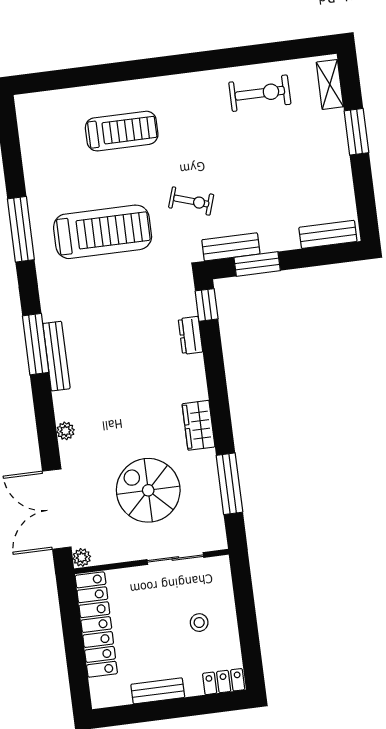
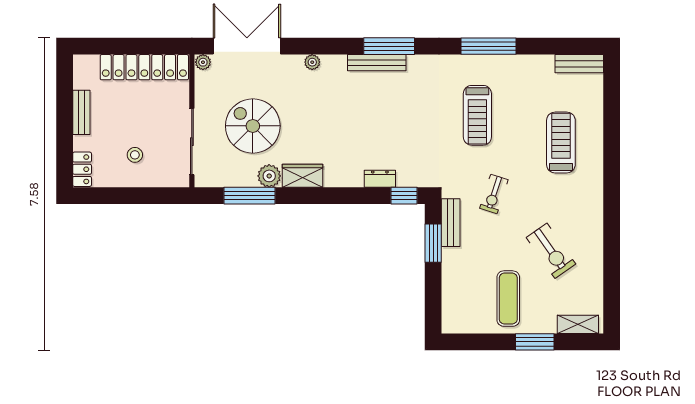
exercise bike: (260, 93) -> (551, 251), moved, turned -35
treadmill: (122, 131) -> (561, 143), turned 180
exercise mat: (310, 169) -> (508, 299), added
treadmill: (103, 232) -> (477, 115), width x0.73, depth x0.73
bench: (328, 234) -> (579, 64), moved, turned 90
plant: (204, 464) -> (269, 176), added
spiral stairs: (148, 490) -> (253, 126), turned -90
sliding door: (175, 559) -> (192, 142), width x1.37

